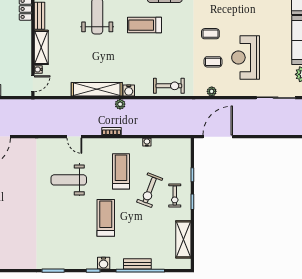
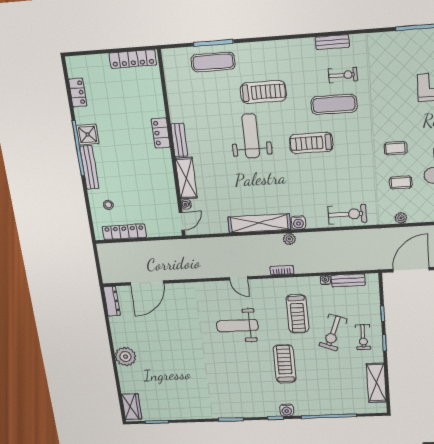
treadmill: (121, 171) -> (297, 314), turned 180
bench: (137, 264) -> (348, 280), moved

